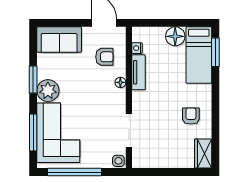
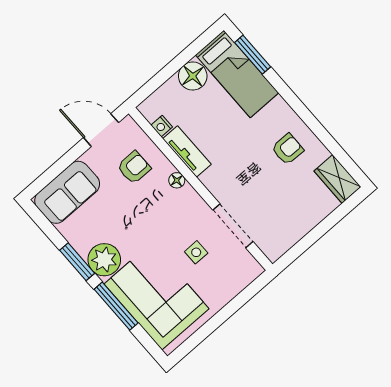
armchair: (191, 116) -> (288, 149), turned 91
window: (33, 132) -> (116, 306), moved
side table: (118, 161) -> (196, 252), moved
window: (74, 172) -> (213, 324), removed

